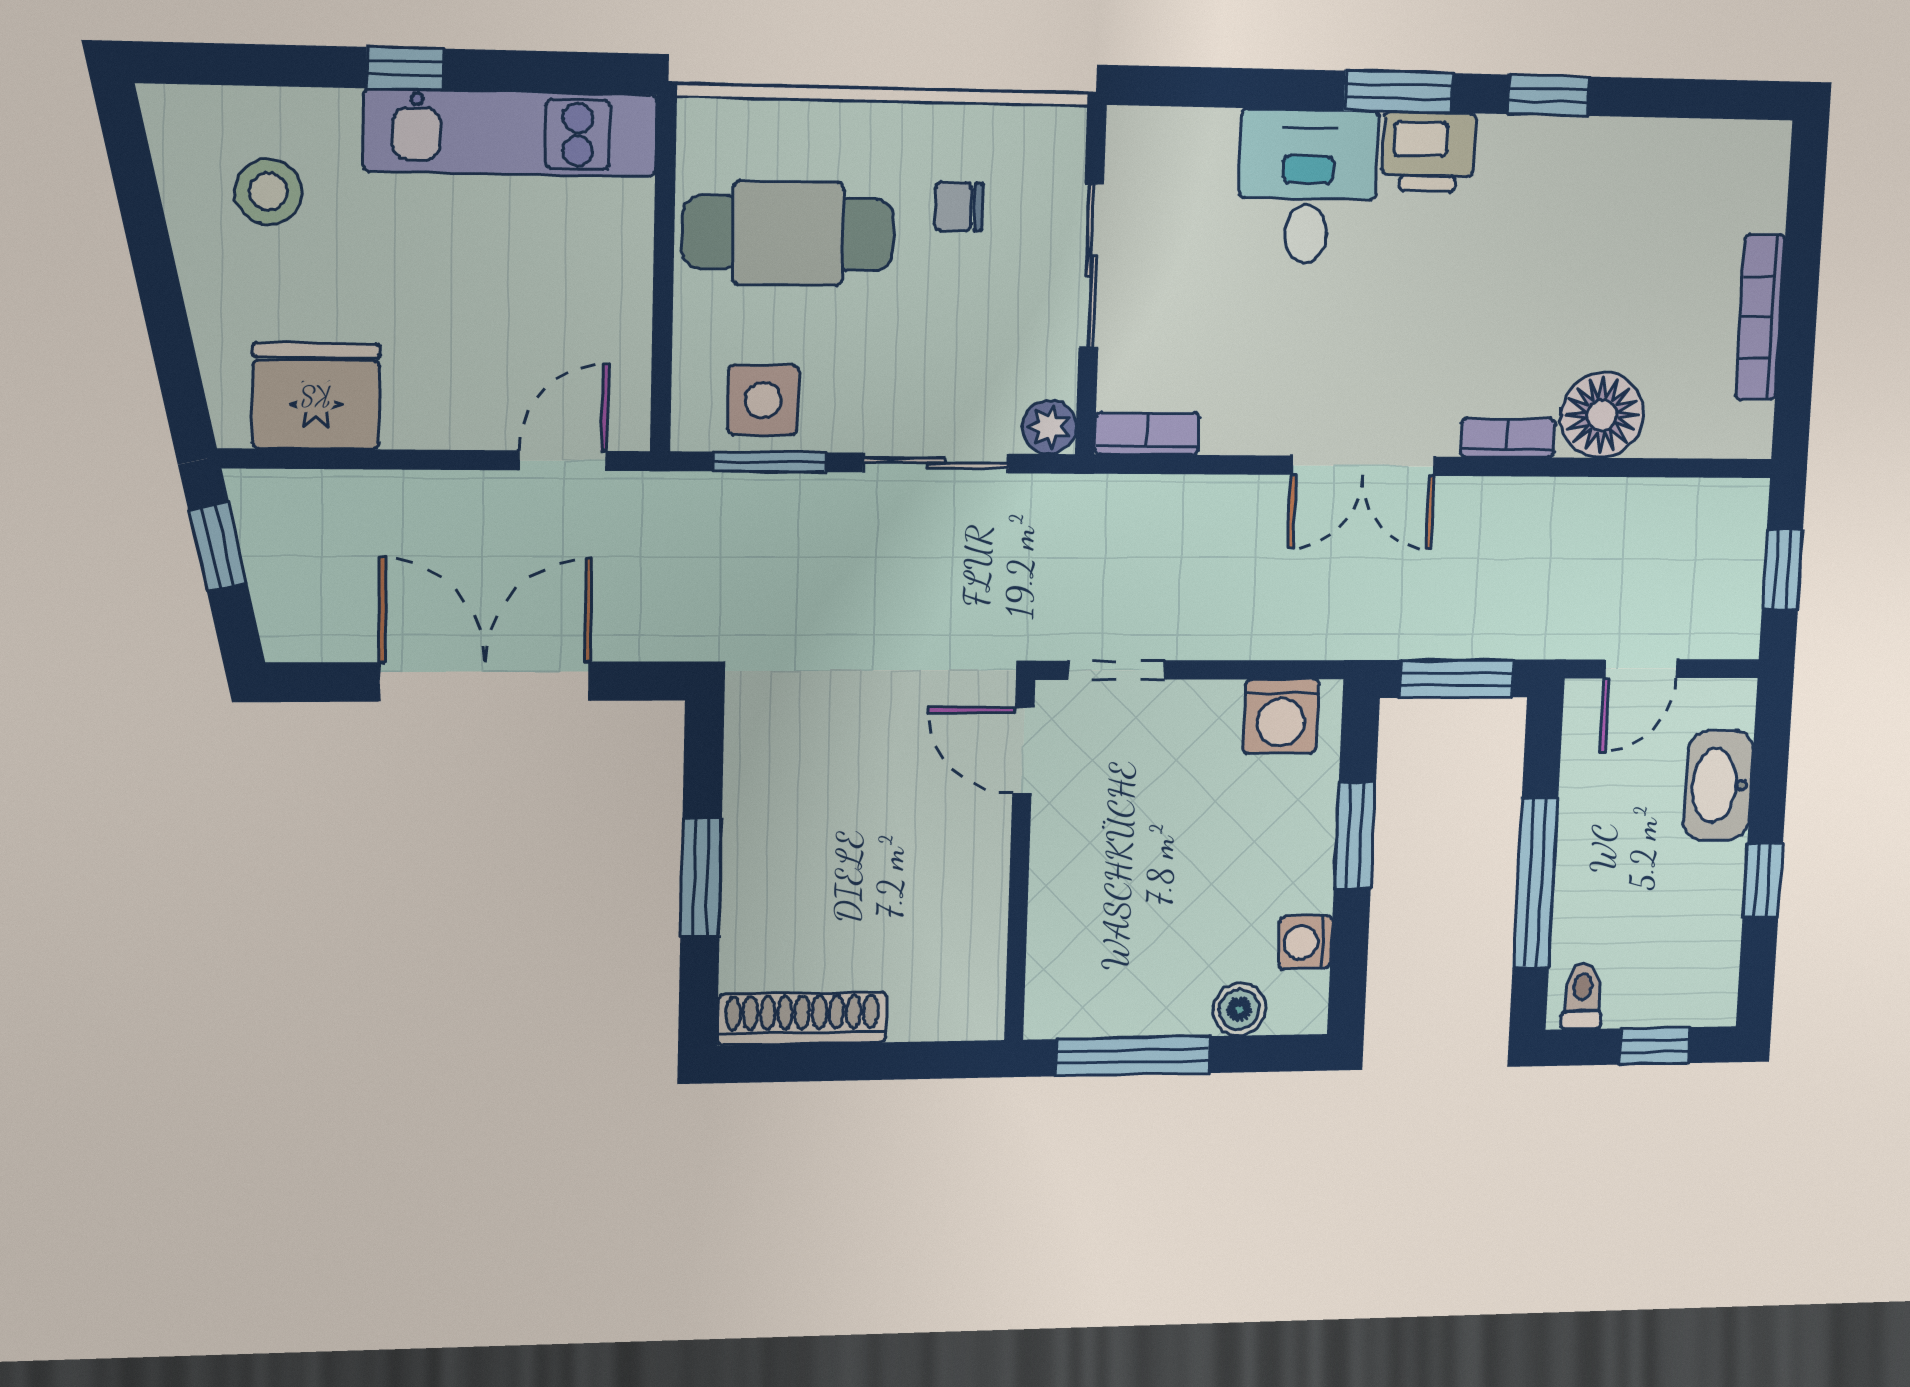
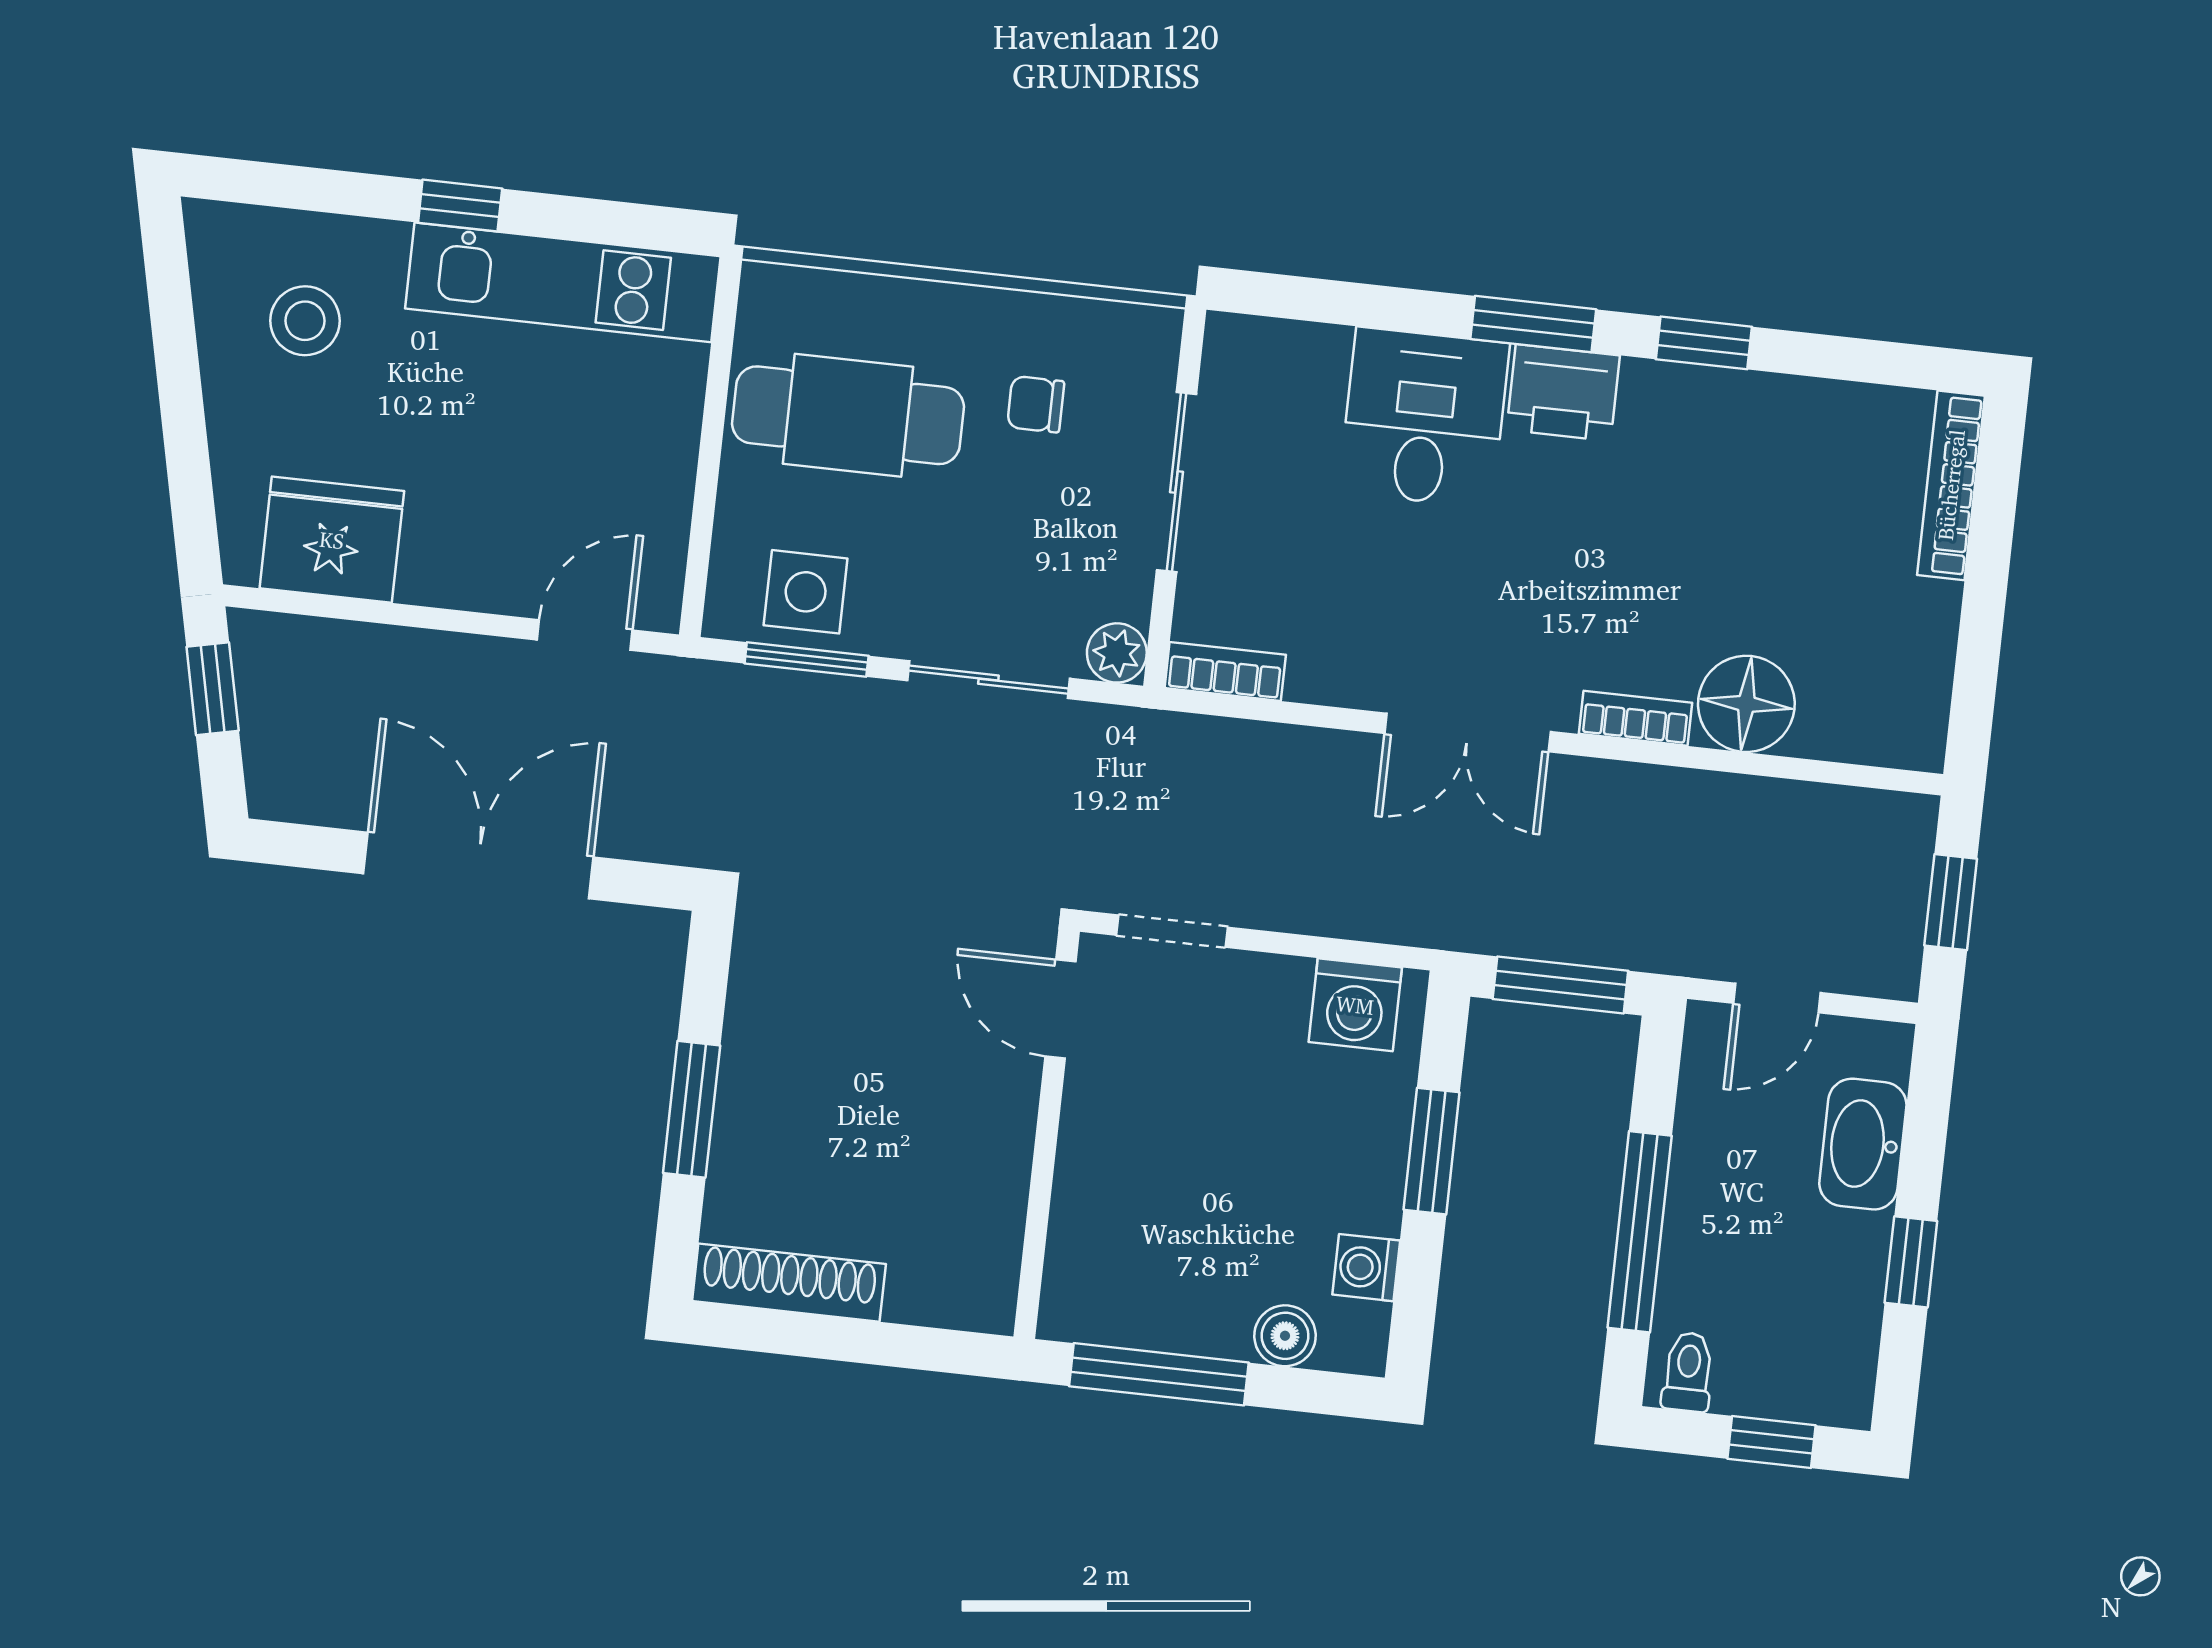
bookcase: (1760, 317) -> (1951, 485), moved

